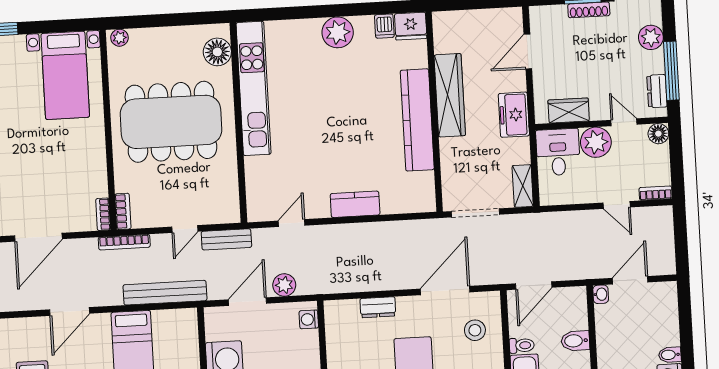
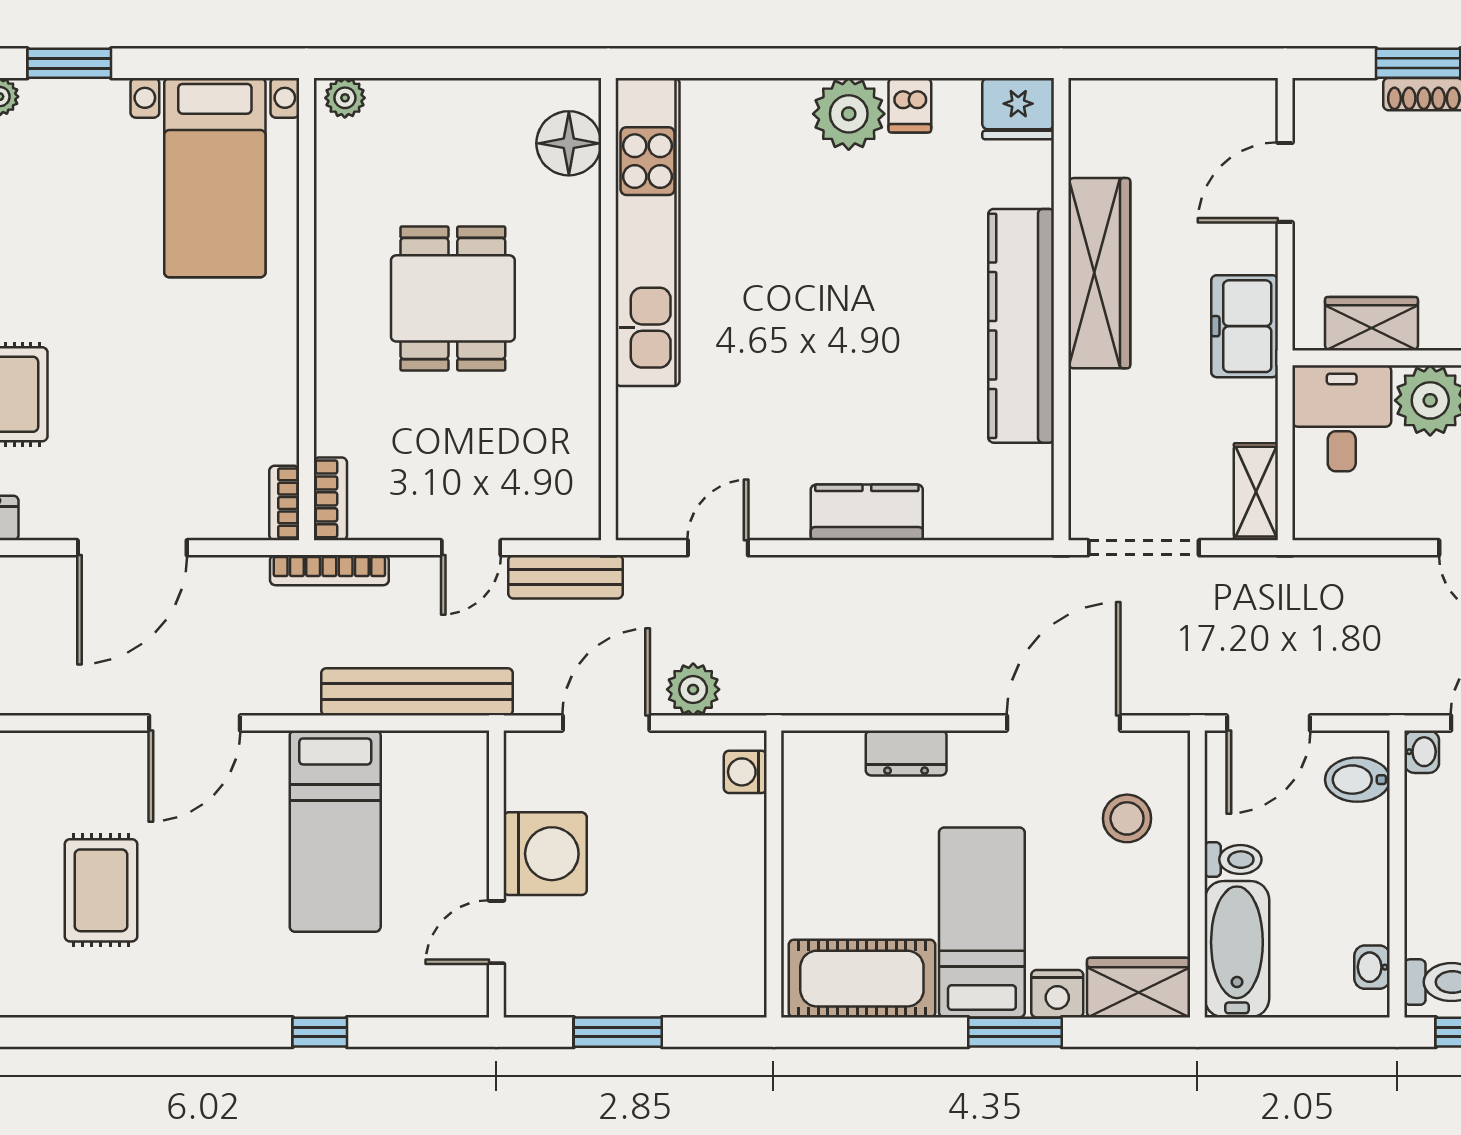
dishwasher: (384, 26) -> (910, 105), moved
dining table: (171, 122) -> (453, 298), width x0.53, depth x0.80
bidet: (575, 341) -> (1357, 780), moved

